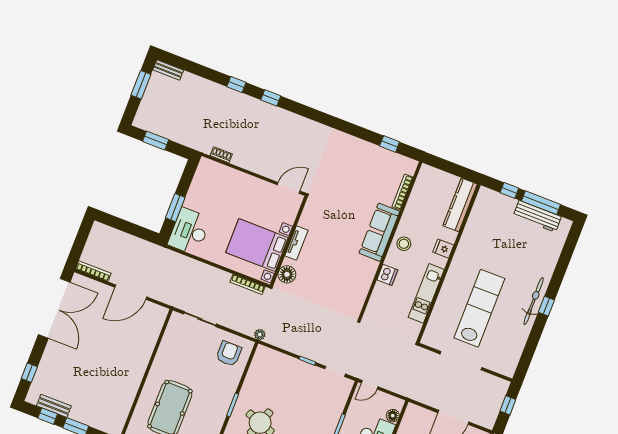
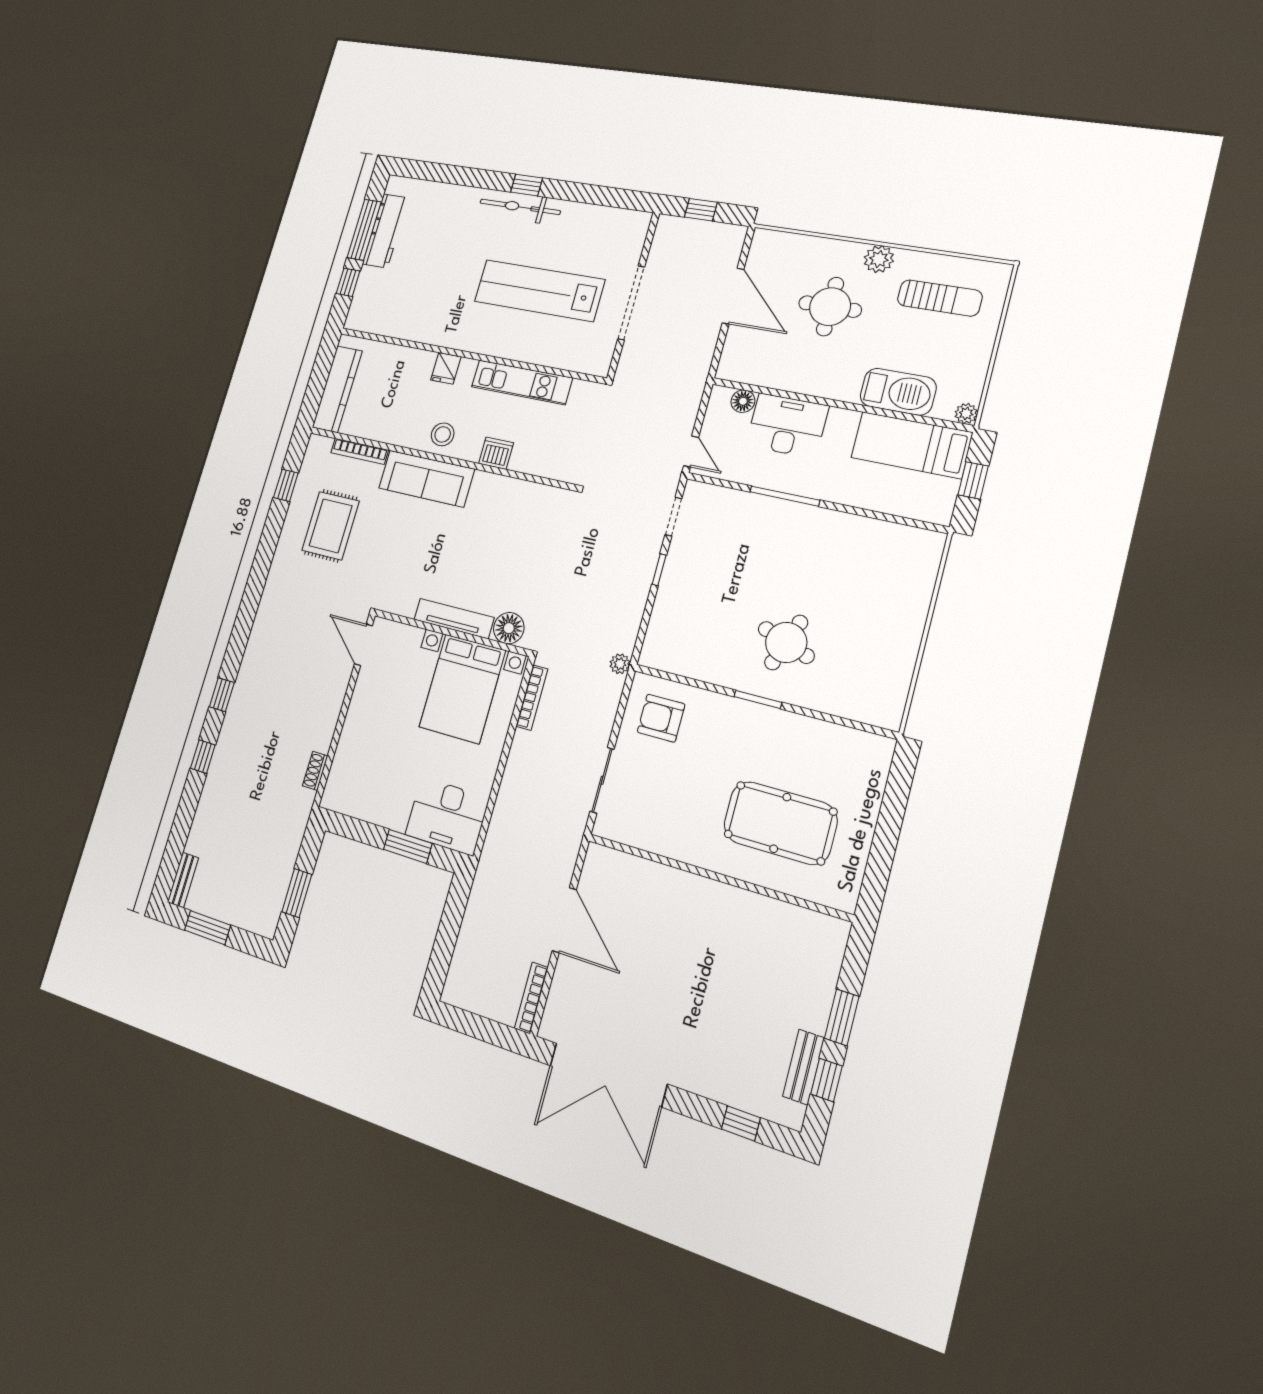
rug: (361, 171) -> (331, 526), added
kitchen counter: (460, 205) -> (337, 389), moved, turned -90
tv unit: (296, 243) -> (454, 619), width x1.41
double door: (54, 308) -> (608, 1075), swing flipped

